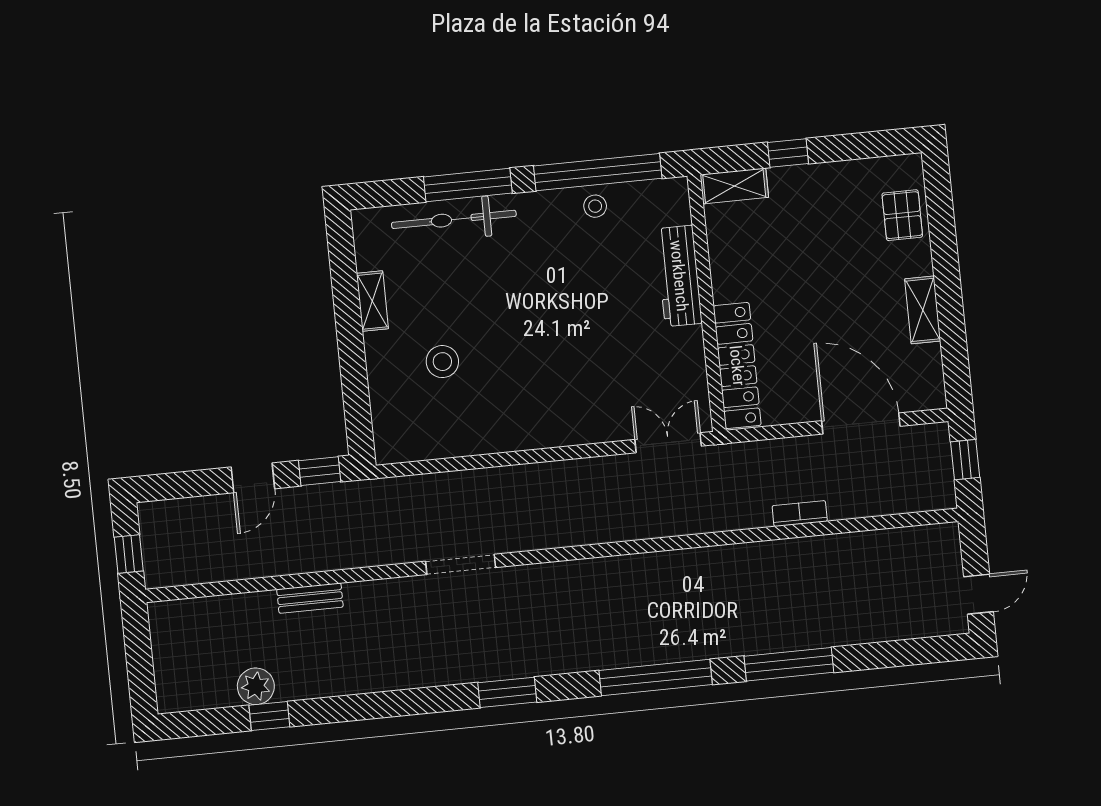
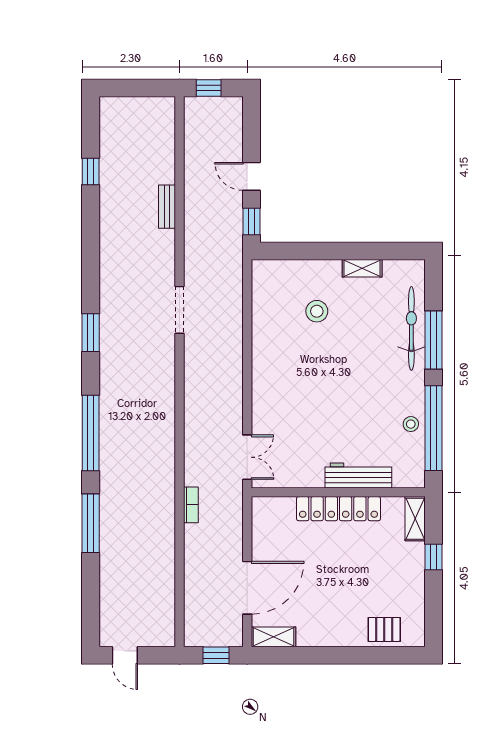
shelving: (923, 310) -> (274, 637), moved
locker: (737, 366) -> (338, 509), moved
bookcase: (800, 514) -> (191, 505), moved
plant: (256, 686) -> (111, 164), removed

